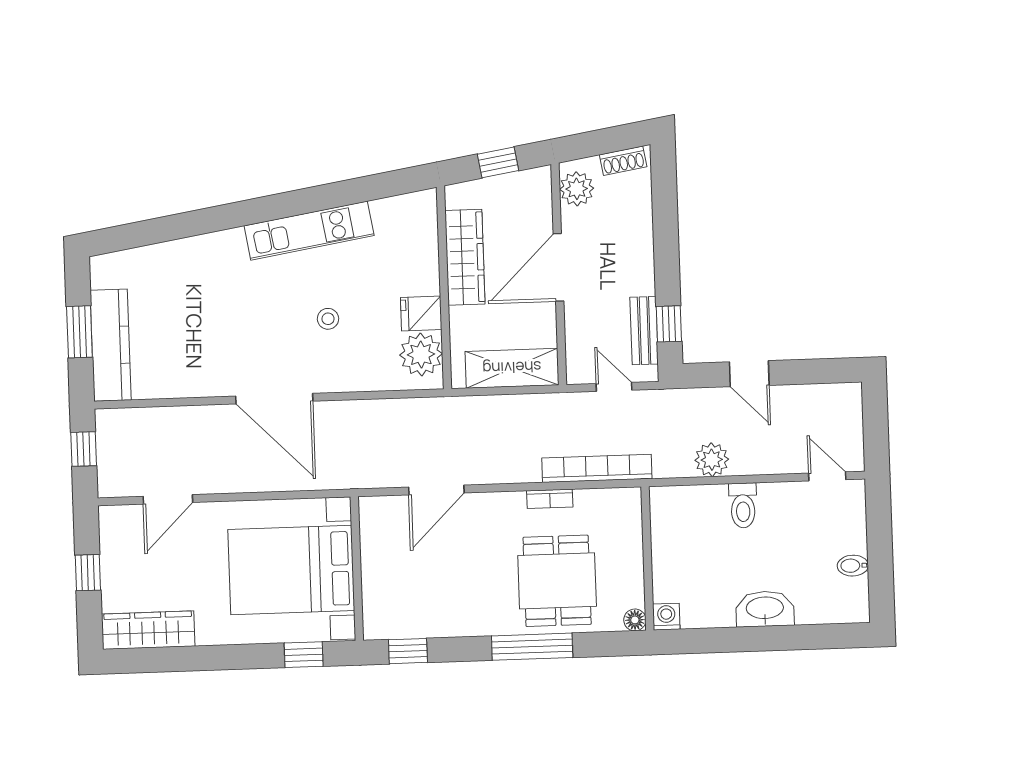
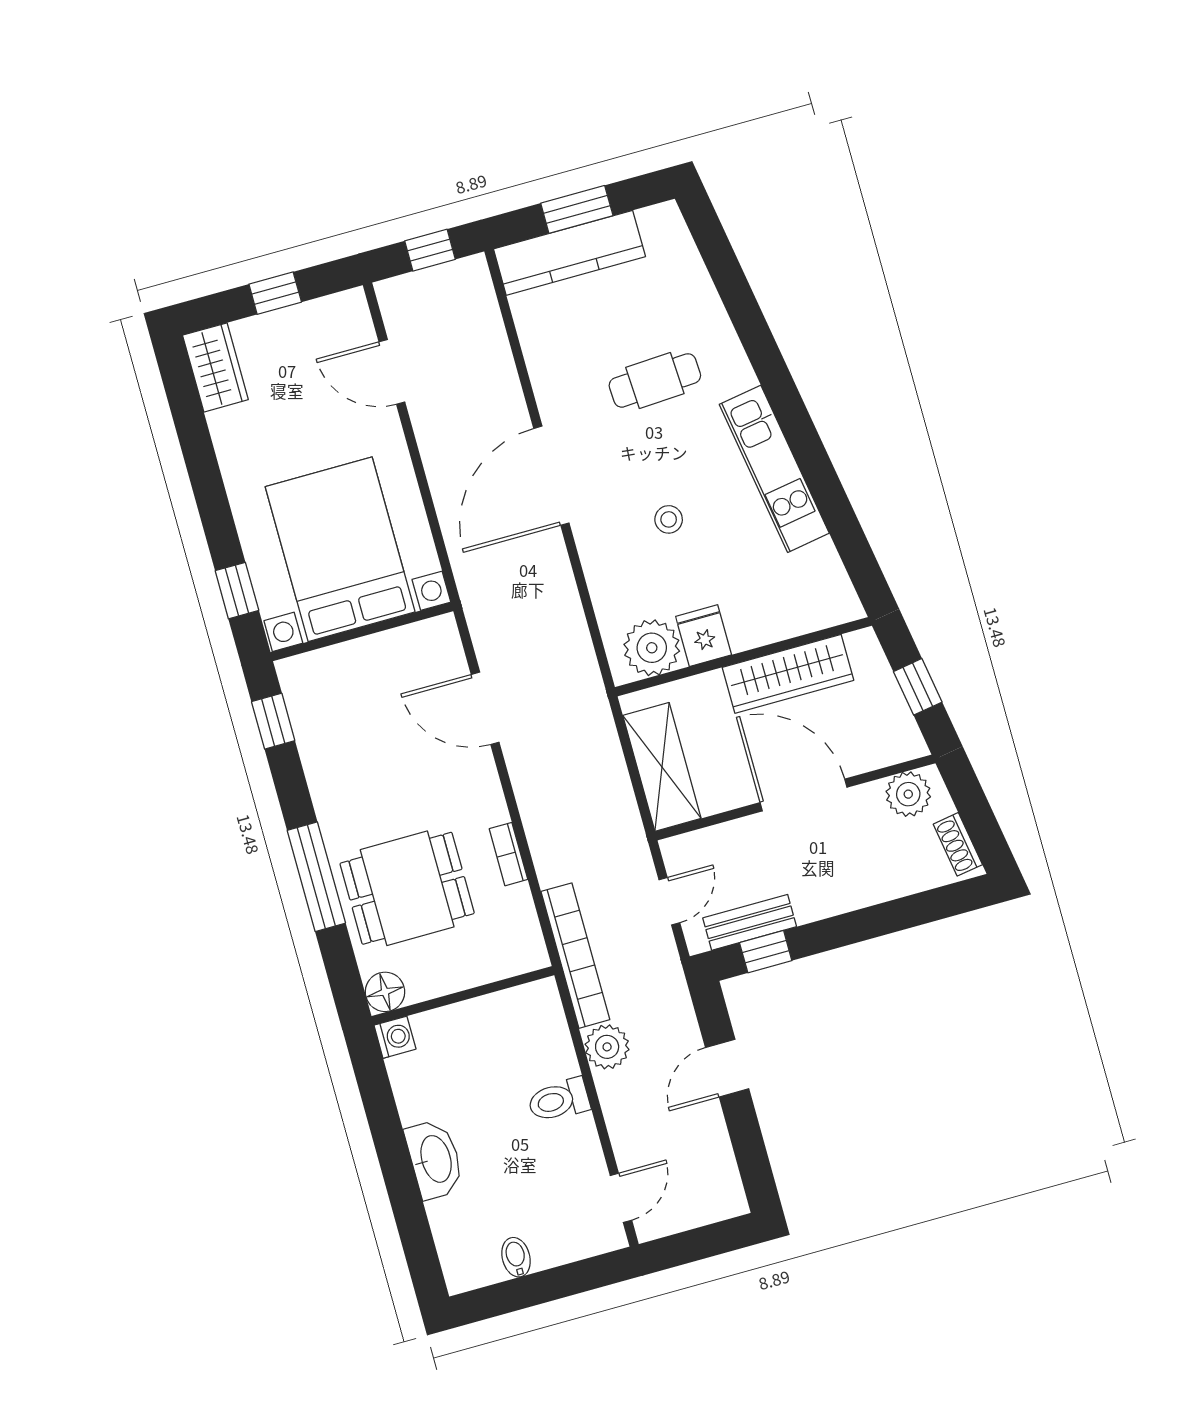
cafe table: (222, 304) -> (655, 380), added
bookcase: (597, 468) -> (575, 956), moved
floor lamp: (635, 620) -> (385, 992), width x1.37, depth x1.37
wardrobe: (148, 630) -> (215, 367), width x0.67

